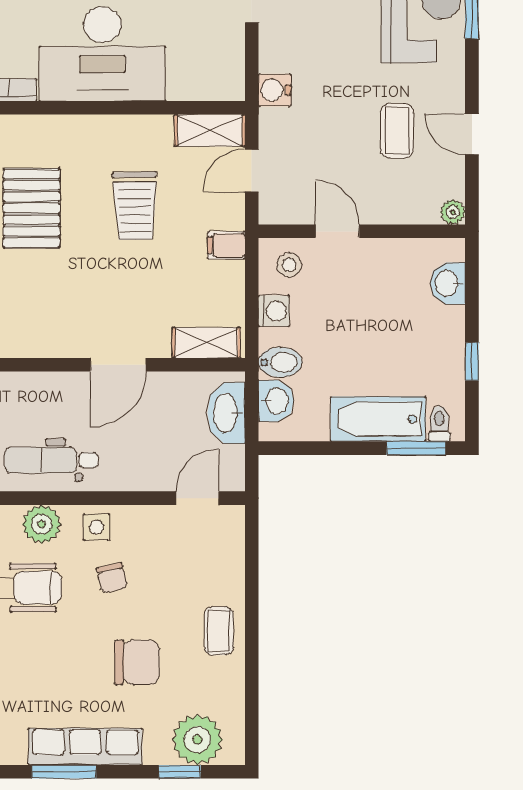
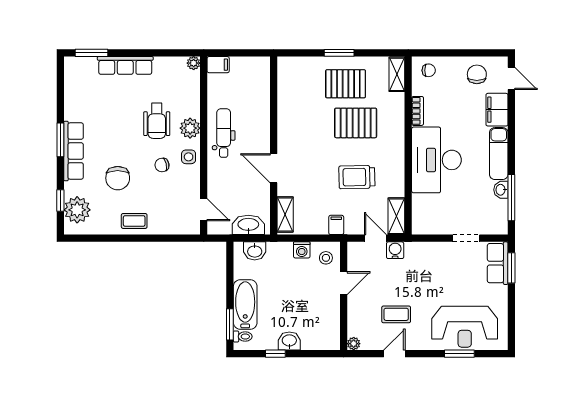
water cooler: (275, 90) -> (395, 250), moved
washbasin: (448, 283) -> (289, 341), moved
bidet: (280, 362) -> (275, 253), removed

